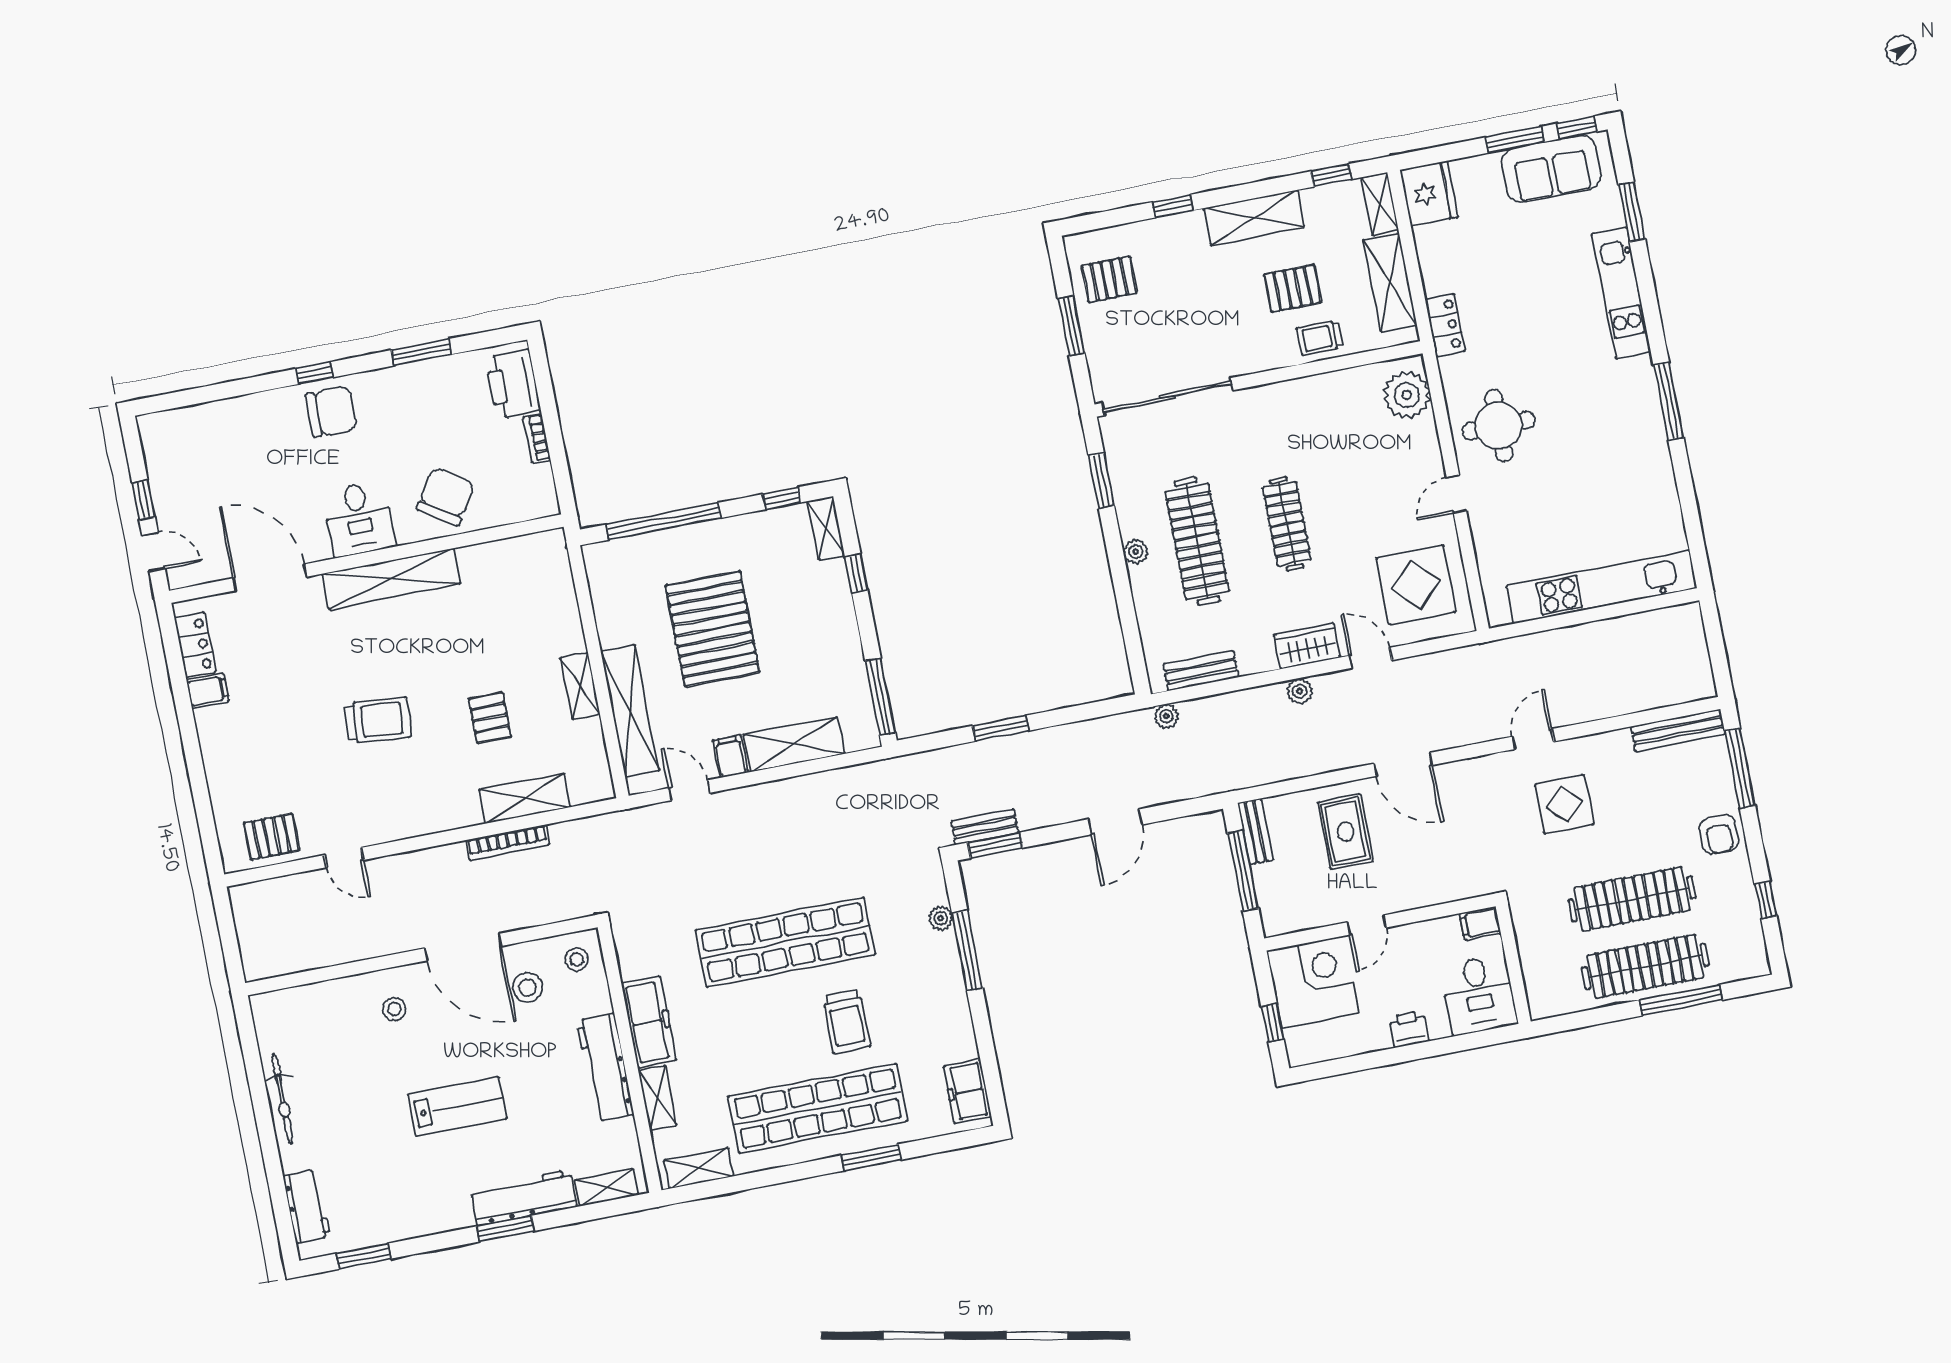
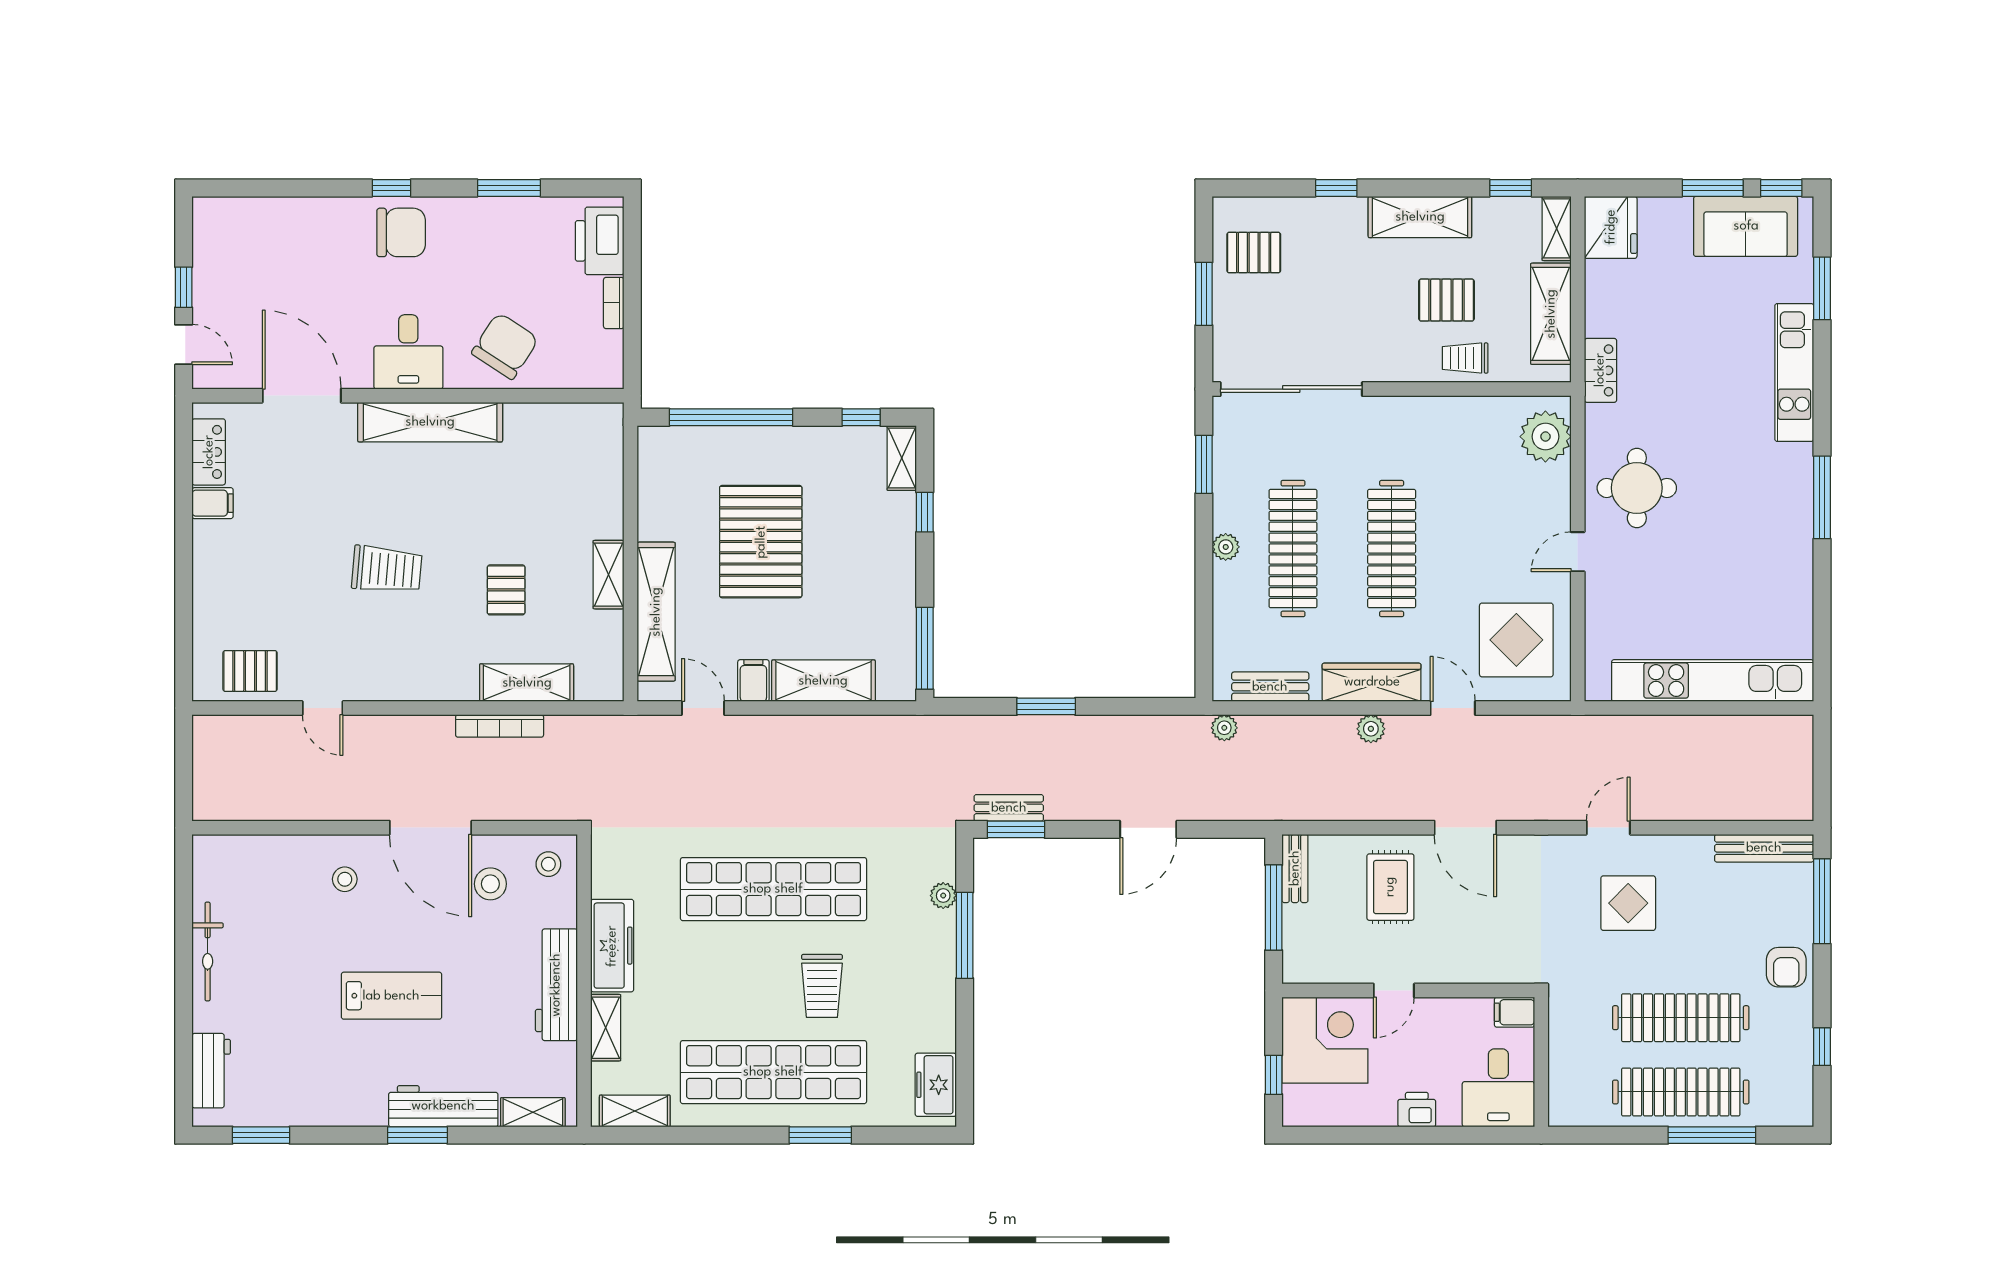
clothes rail: (1287, 524) -> (1392, 549), width x1.37, depth x1.31
wardrobe: (1307, 646) -> (1372, 682), width x1.50

